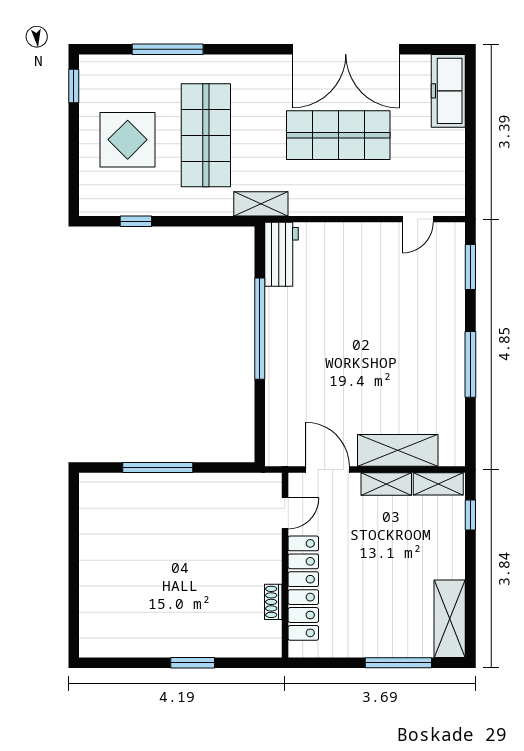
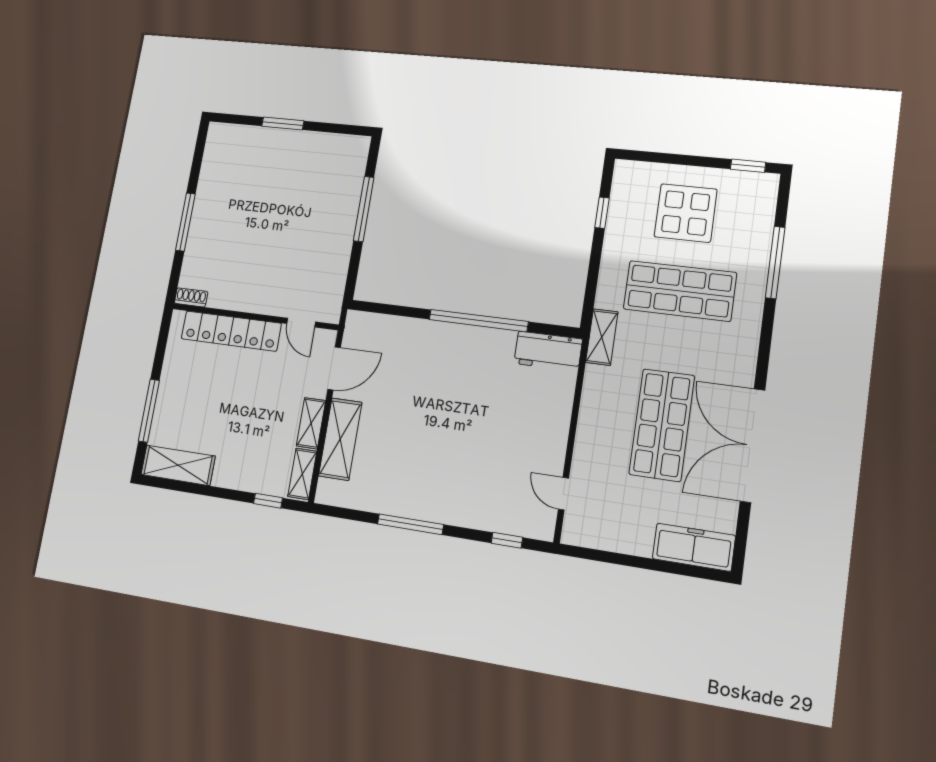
window: (470, 267) -> (507, 540), width x0.67
window: (74, 573) -> (283, 124), added
shoe rack: (273, 602) -> (191, 297), moved
window: (193, 663) -> (185, 222), width x1.44

